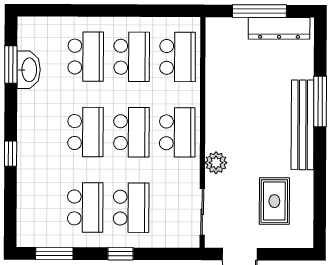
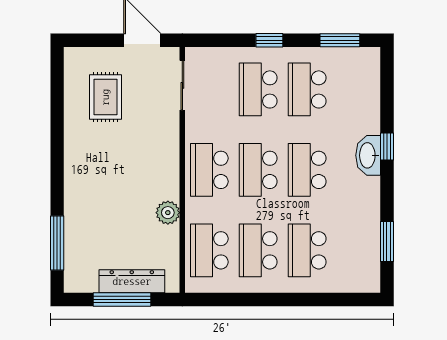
dresser: (279, 28) -> (132, 281), moved
washbasin: (29, 70) -> (368, 155), moved
window: (320, 102) -> (57, 243), moved
bench: (303, 125) -> (76, 178), removed
plant: (216, 163) -> (168, 213), moved

